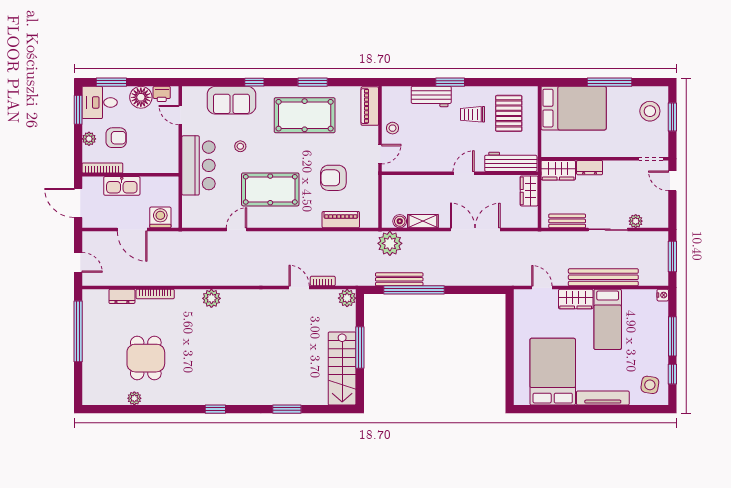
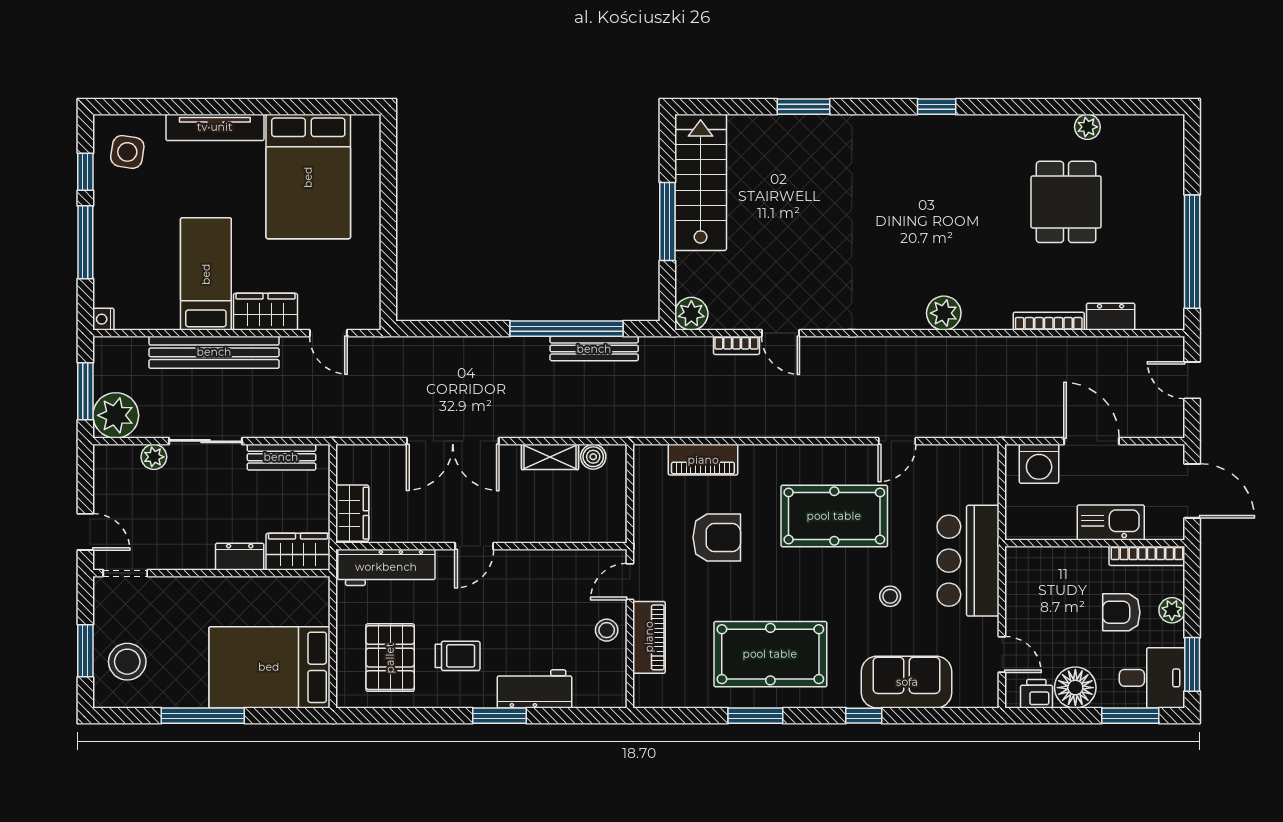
piano: (370, 106) -> (649, 637), moved
plant: (390, 243) -> (116, 415), moved

